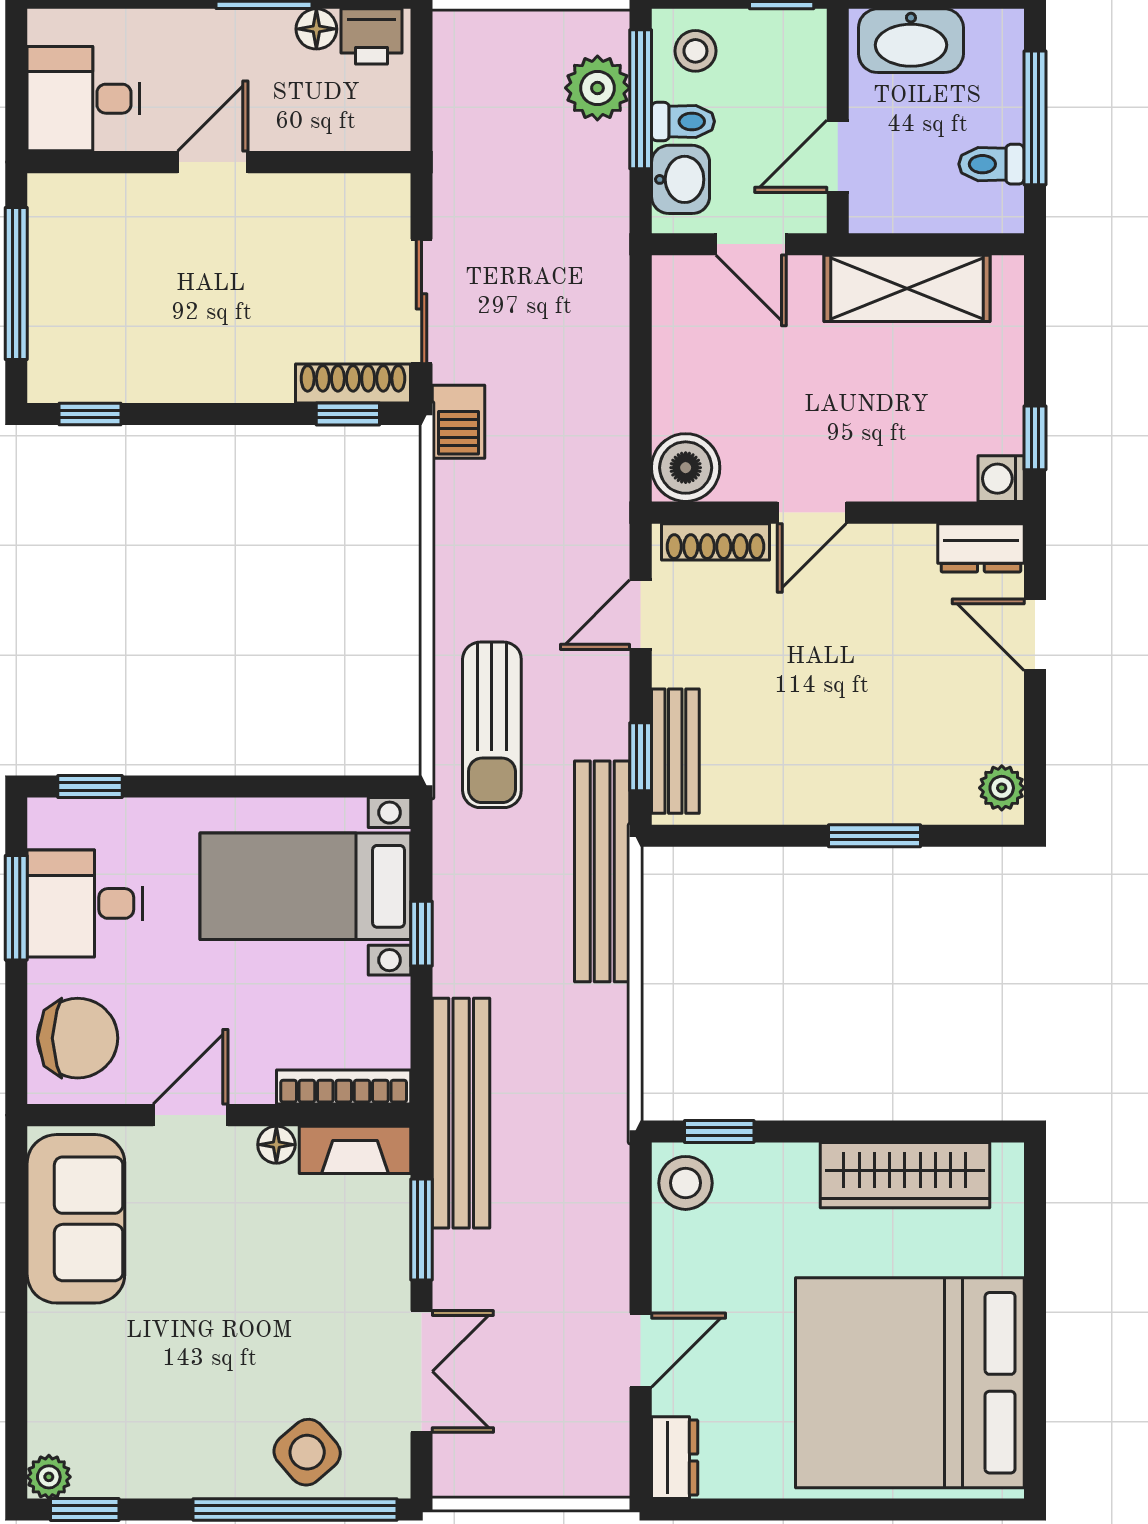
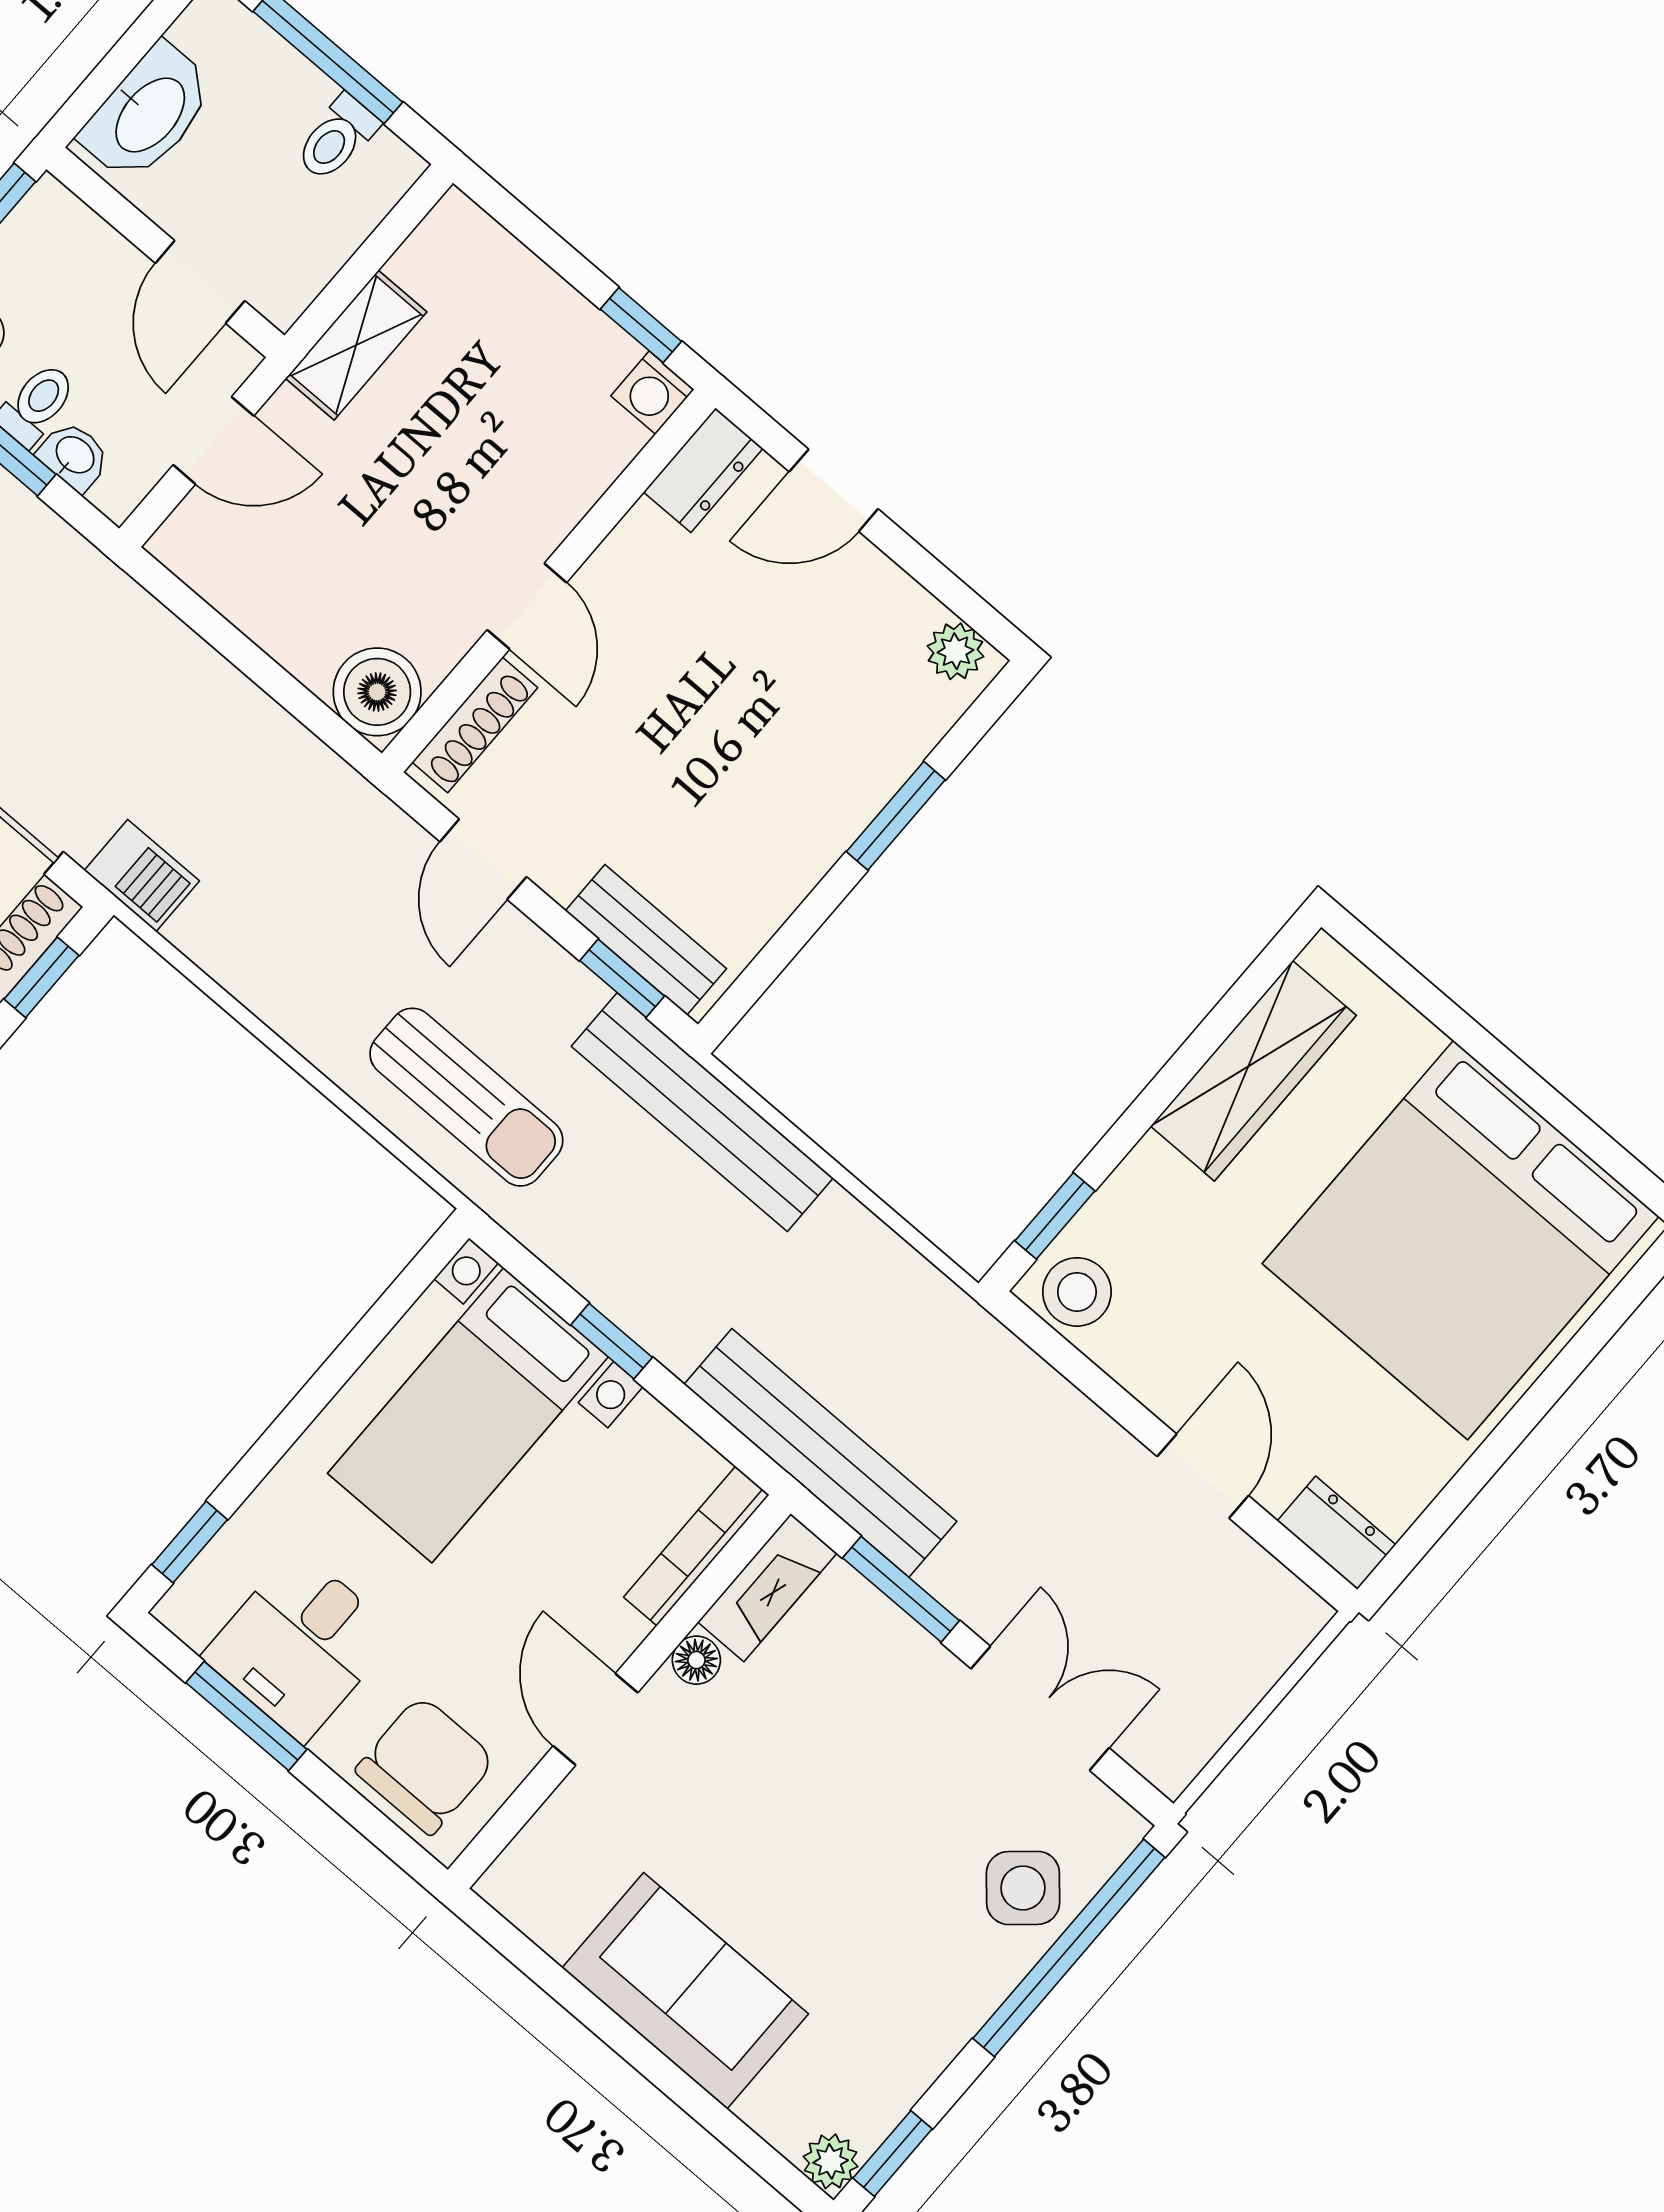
washbasin: (681, 179) -> (74, 456), width x0.72, depth x0.69
shelving: (907, 288) -> (356, 345), width x0.67, depth x0.75
sofa: (76, 1219) -> (685, 1991), moved

